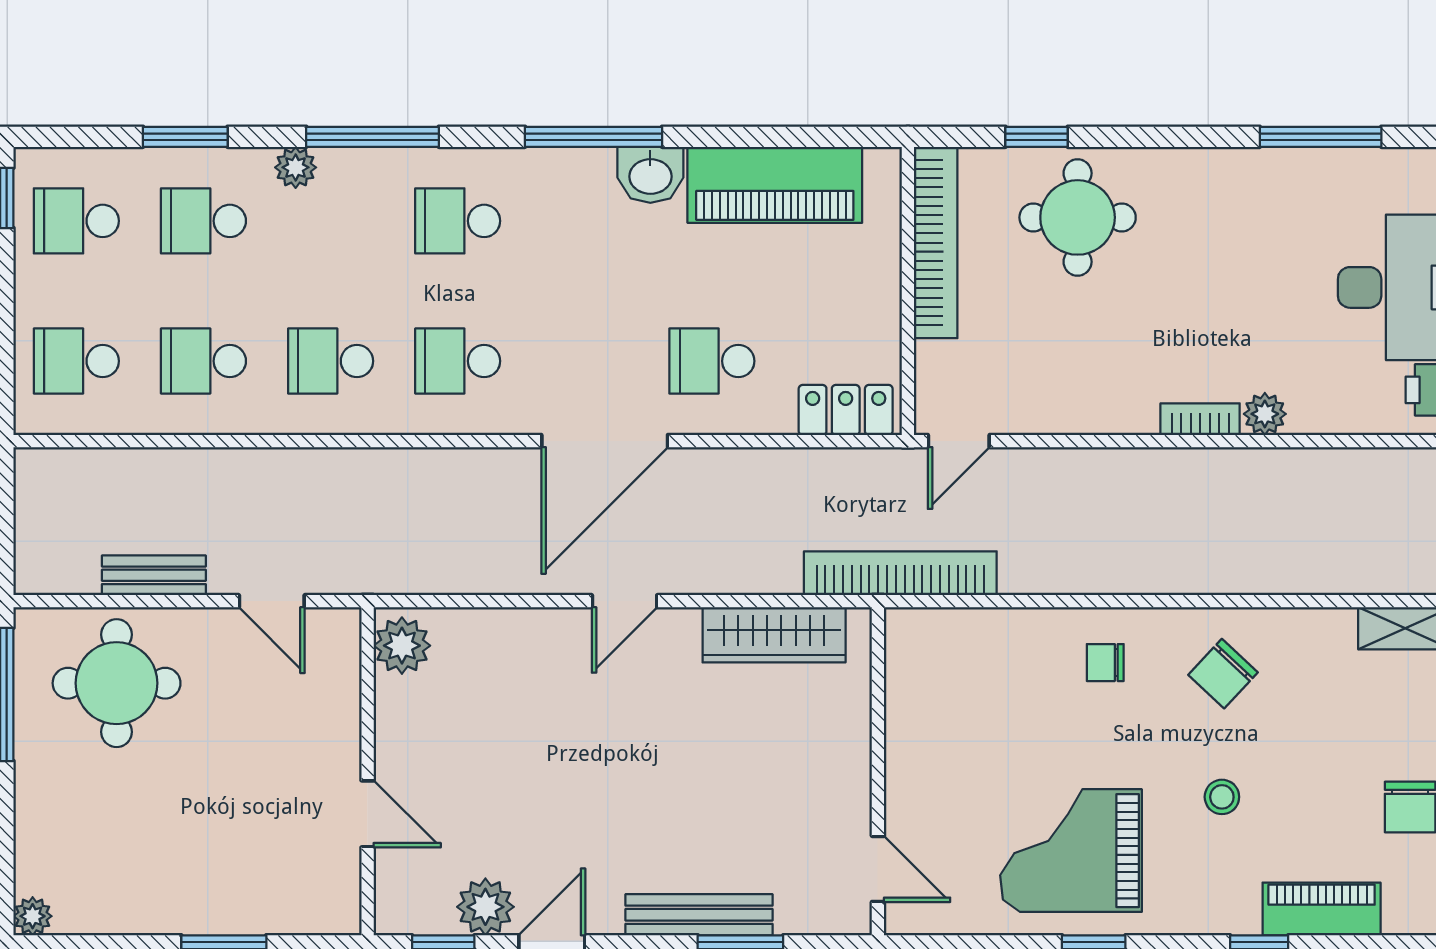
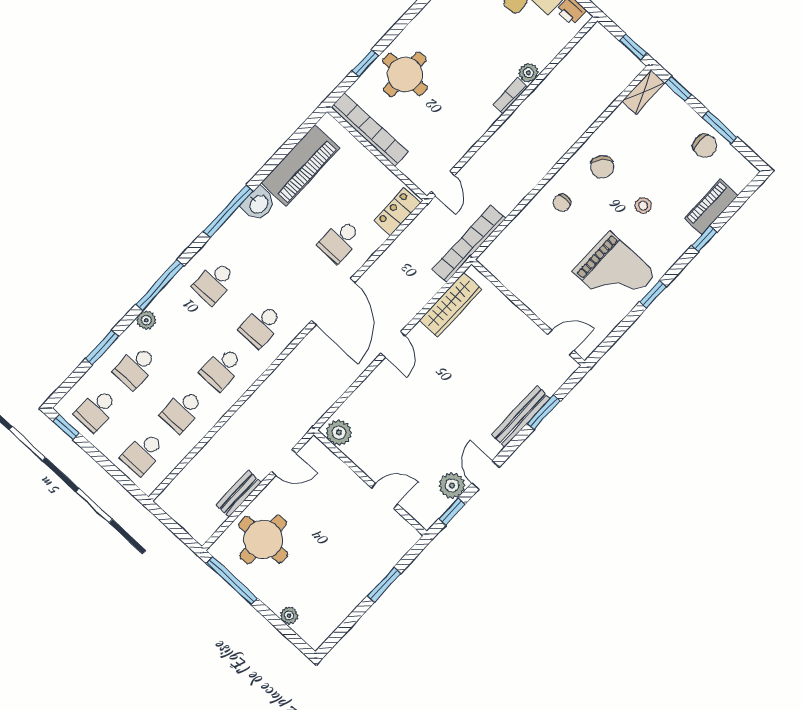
grand piano: (1071, 851) -> (614, 272), turned -90
plant: (33, 916) -> (289, 616), moved

